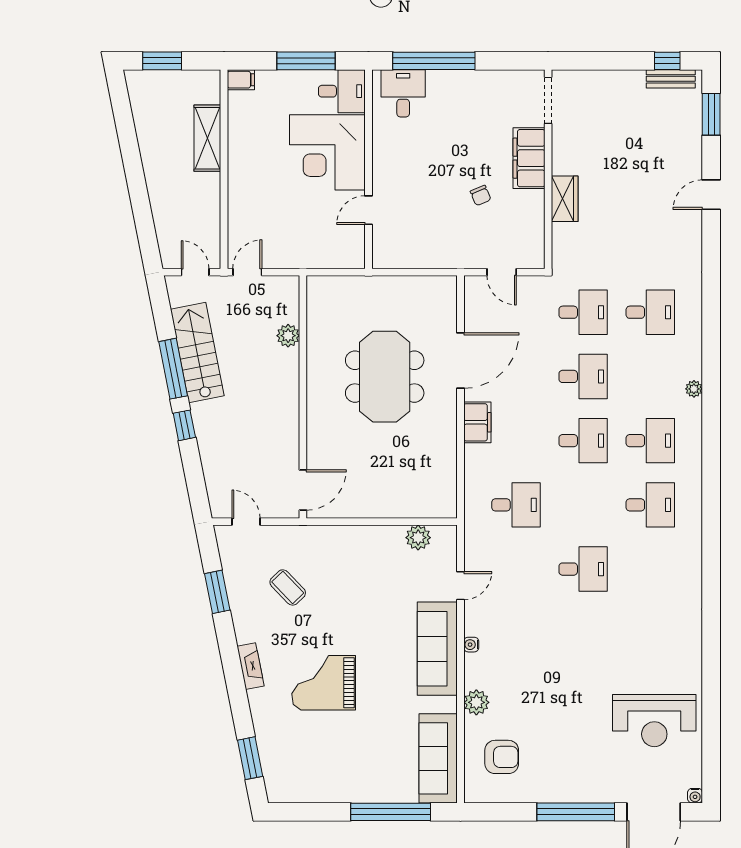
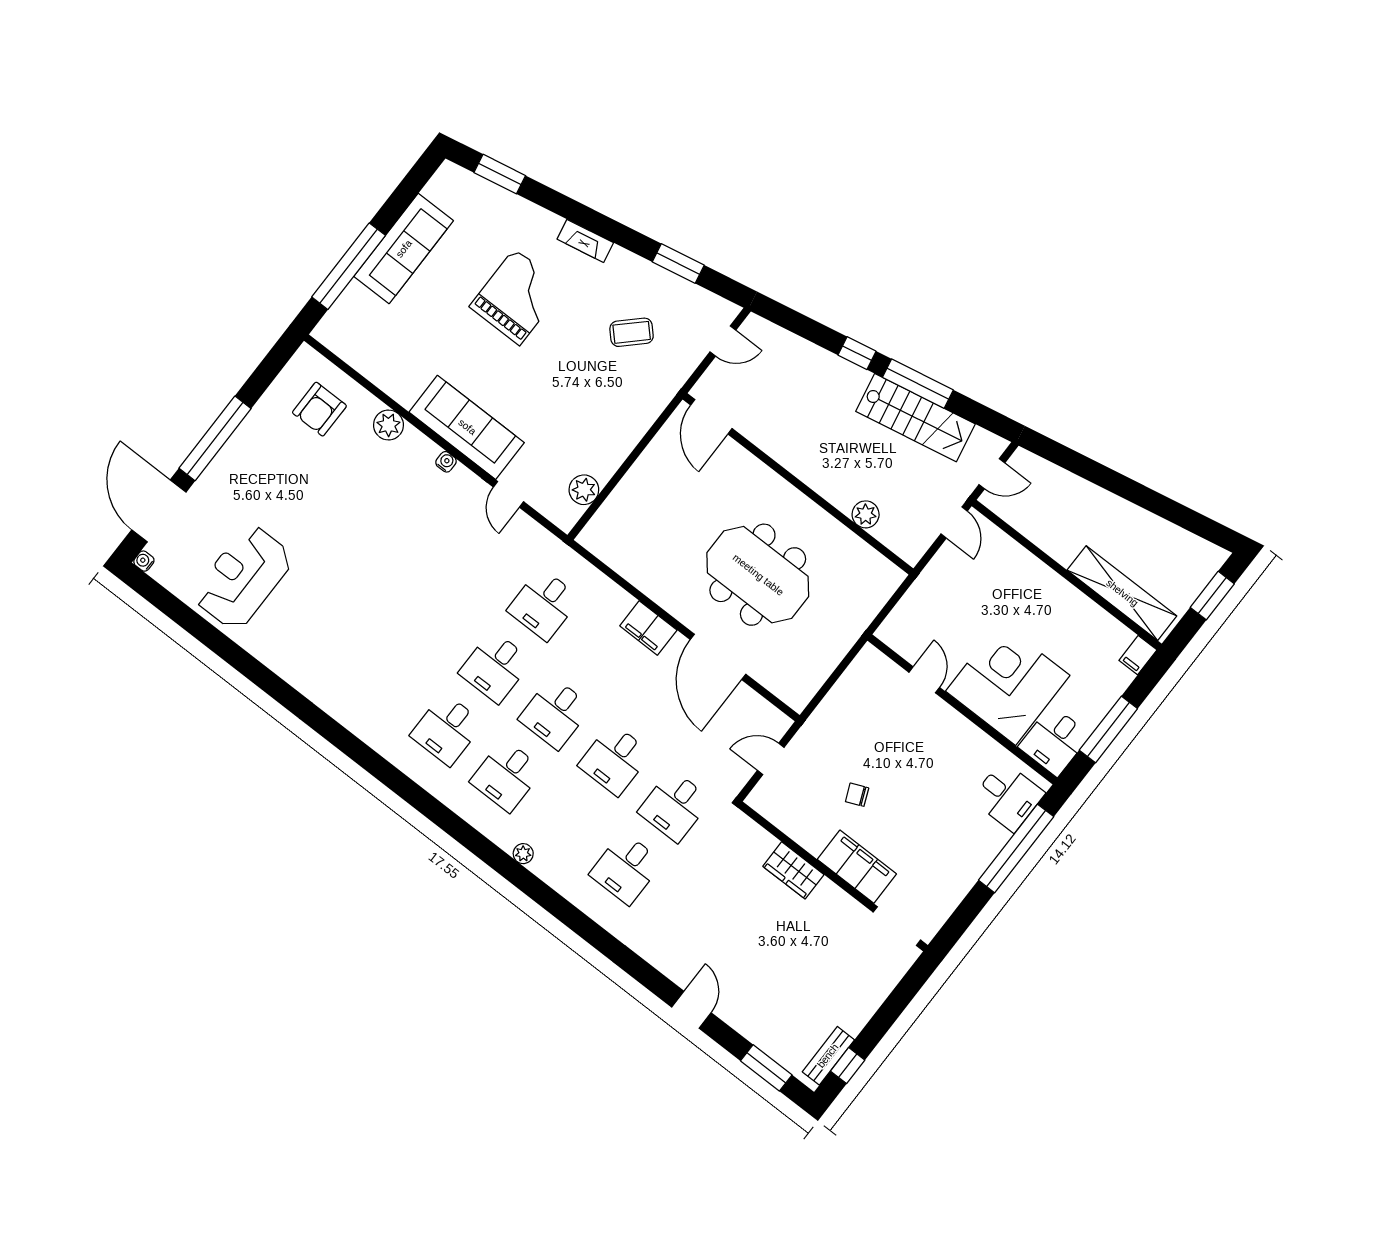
shelving: (207, 138) -> (1122, 593), width x1.47
desk: (583, 569) -> (495, 667), moved
sofa: (438, 758) -> (404, 249), moved, turned 90

